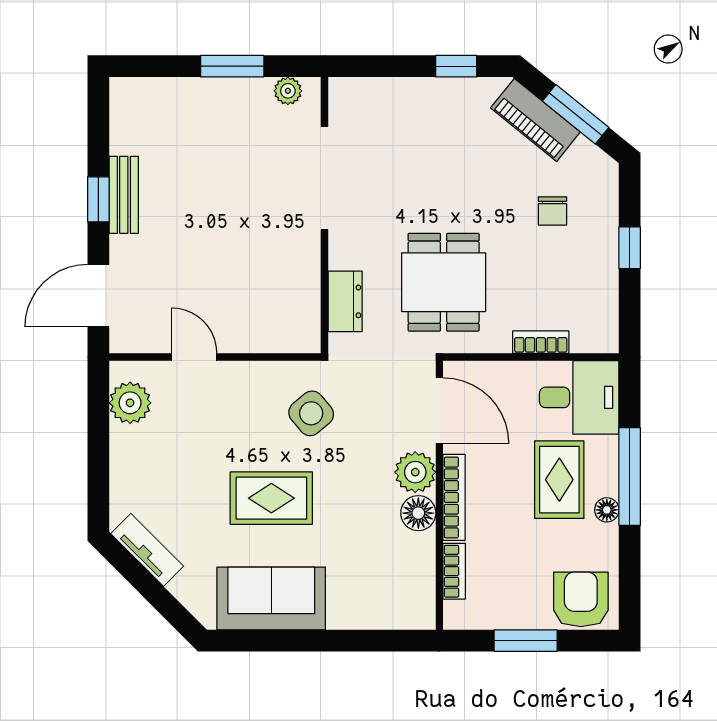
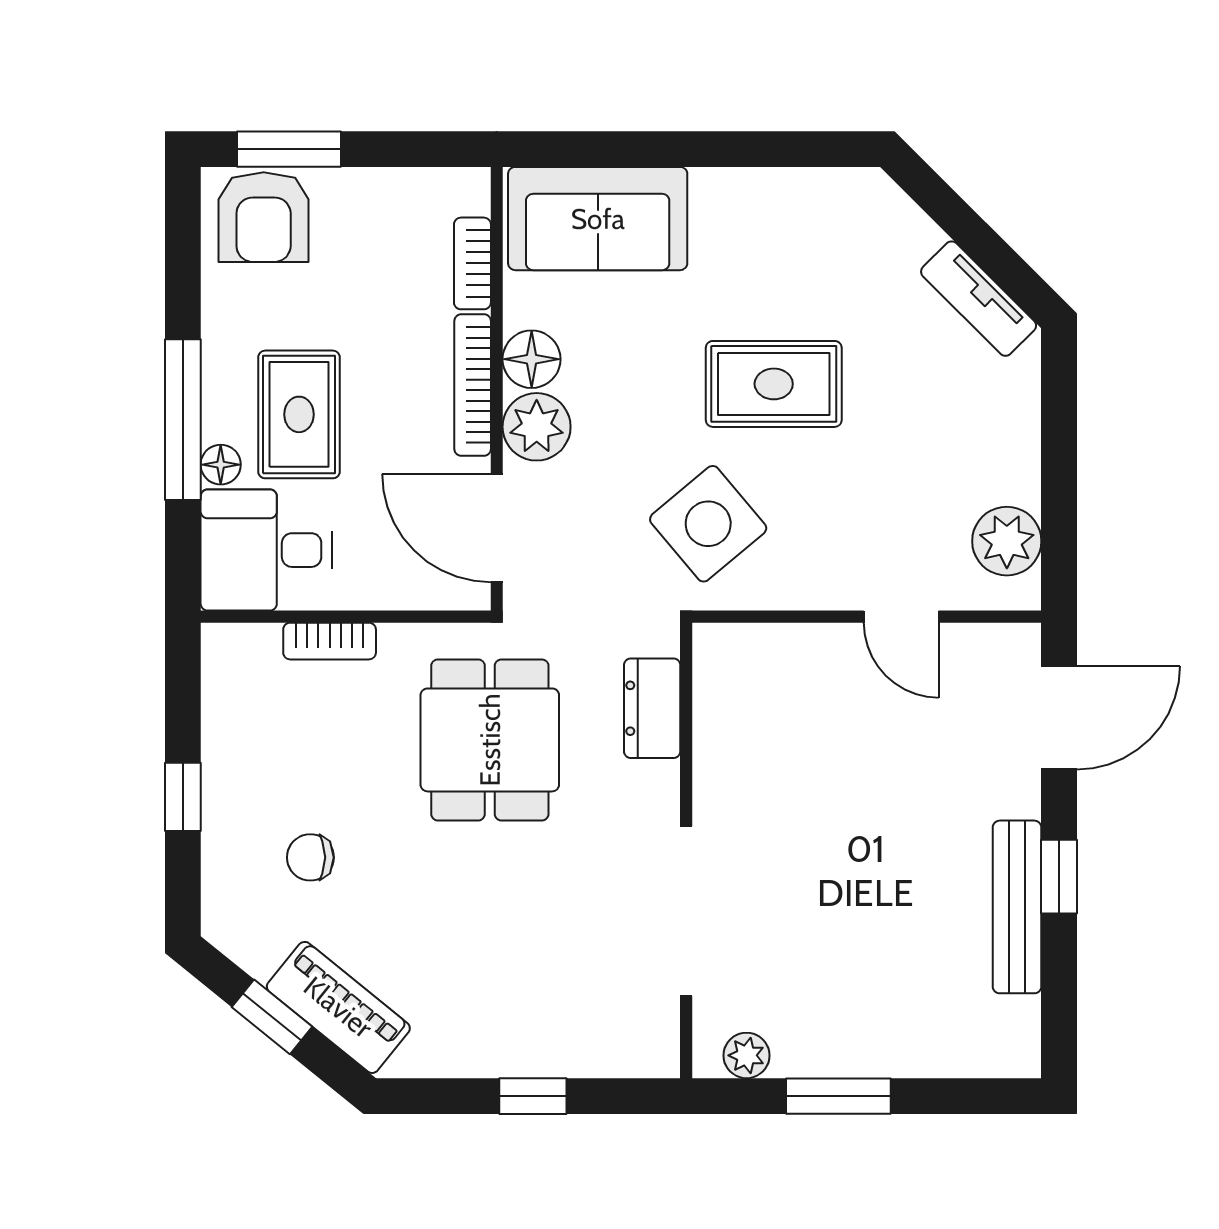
window: (456, 66) -> (533, 1096), moved
window: (576, 114) -> (272, 1017), width x0.67
bench: (124, 195) -> (1017, 907), width x1.36
chair: (552, 211) -> (310, 857), turned -90
side table: (311, 413) -> (708, 524), width x1.37, depth x1.37
floor lamp: (607, 510) -> (221, 465), moved
sofa: (271, 598) -> (598, 219), moved
window: (526, 641) -> (289, 149), moved

